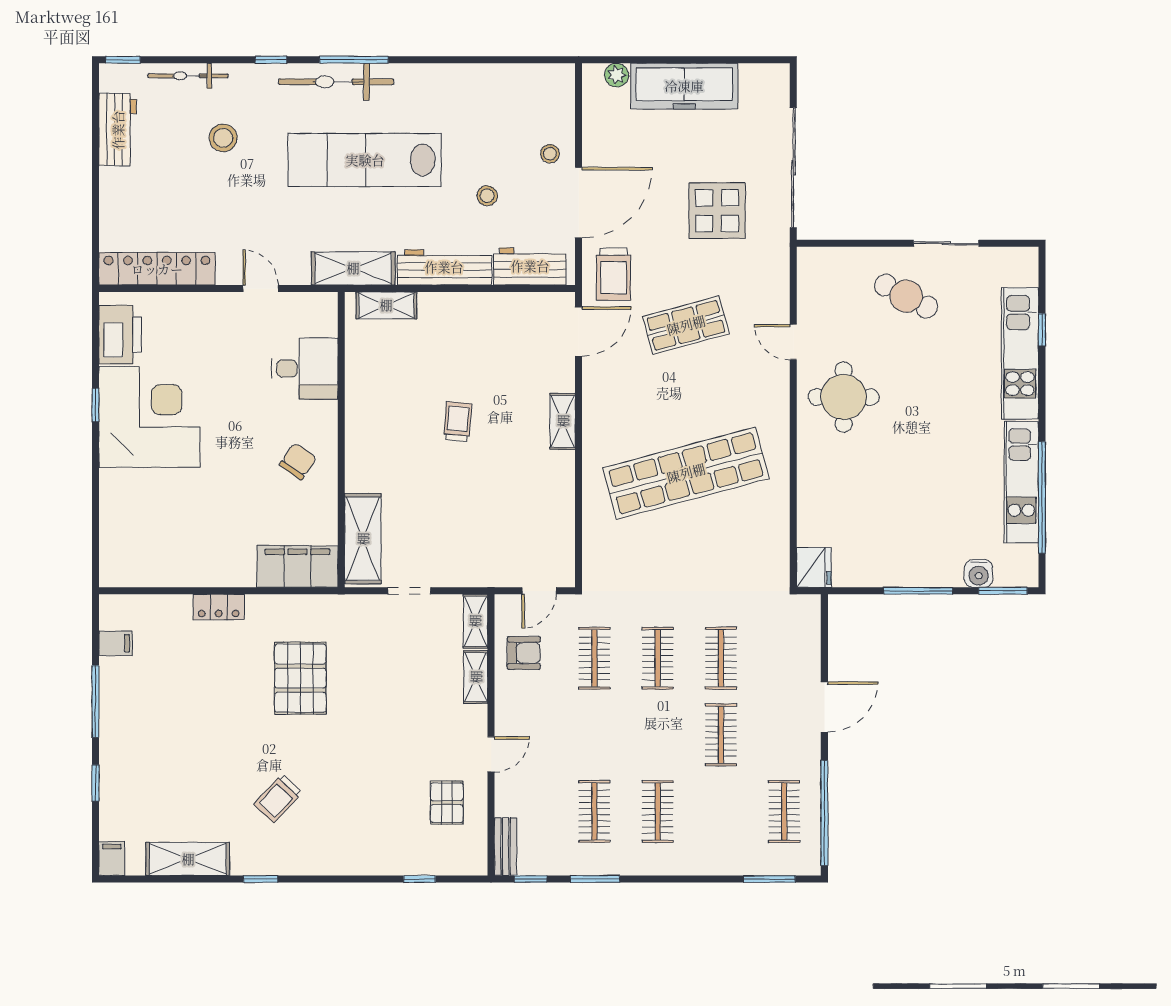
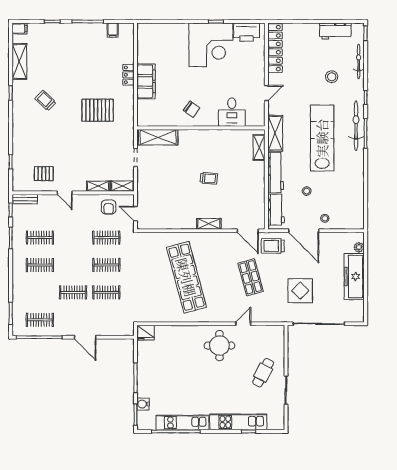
filing cabinet: (297, 566) -> (146, 81), moved

